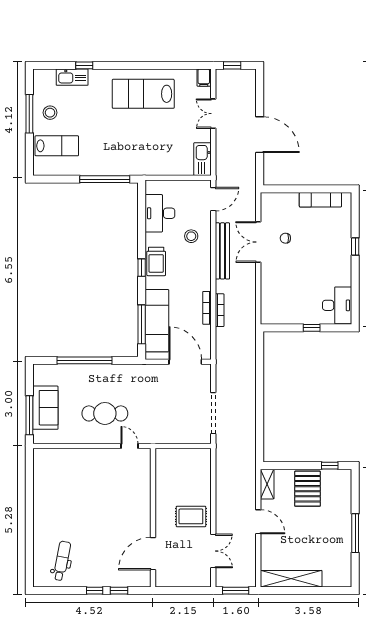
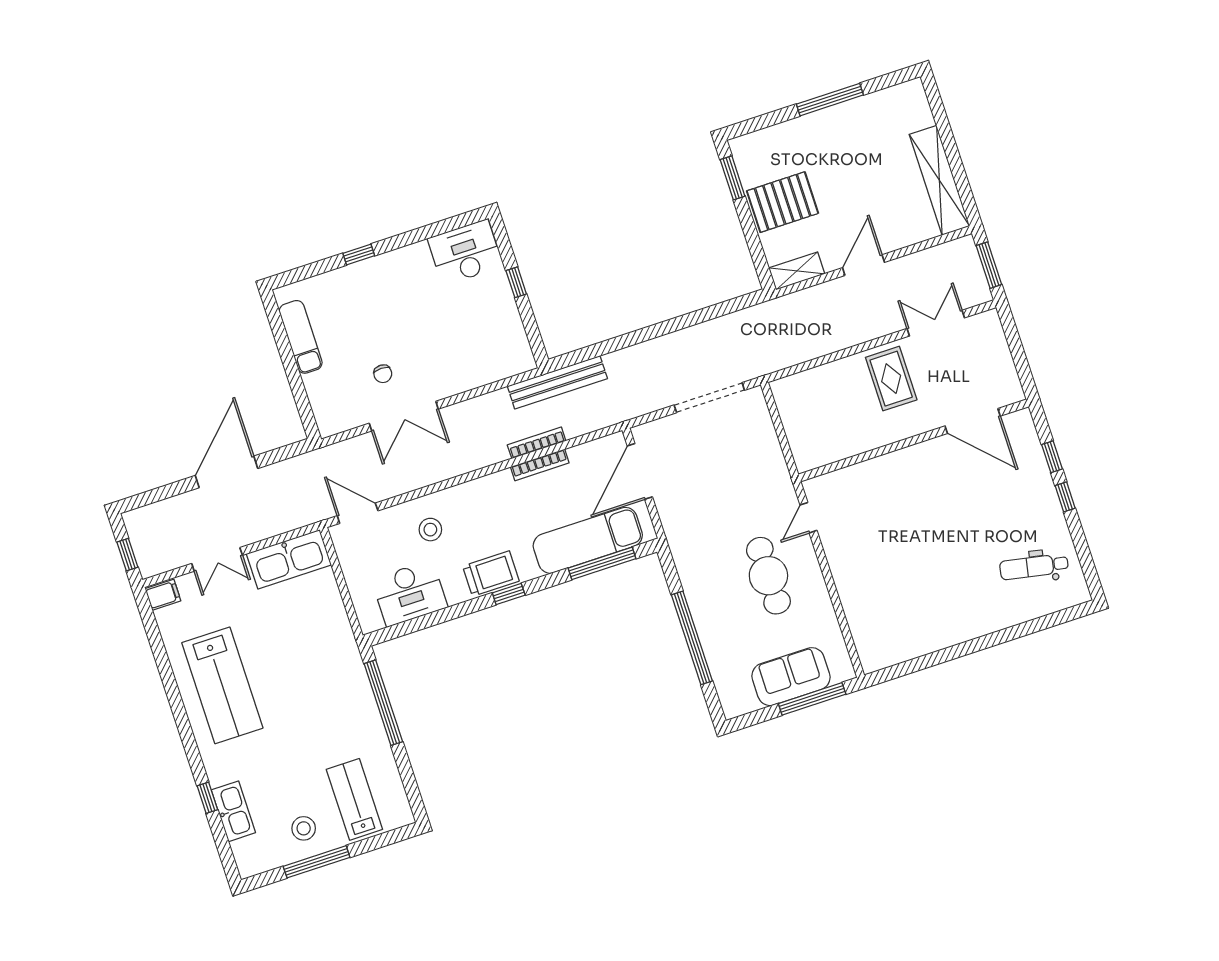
kitchen sink: (203, 159) -> (289, 559), width x1.36, depth x1.24
bench: (222, 251) -> (557, 382), moved
window: (330, 466) -> (733, 178), width x1.50

